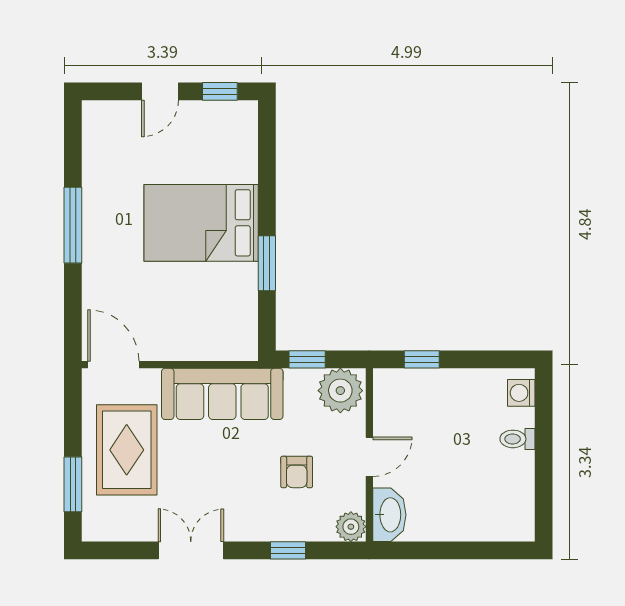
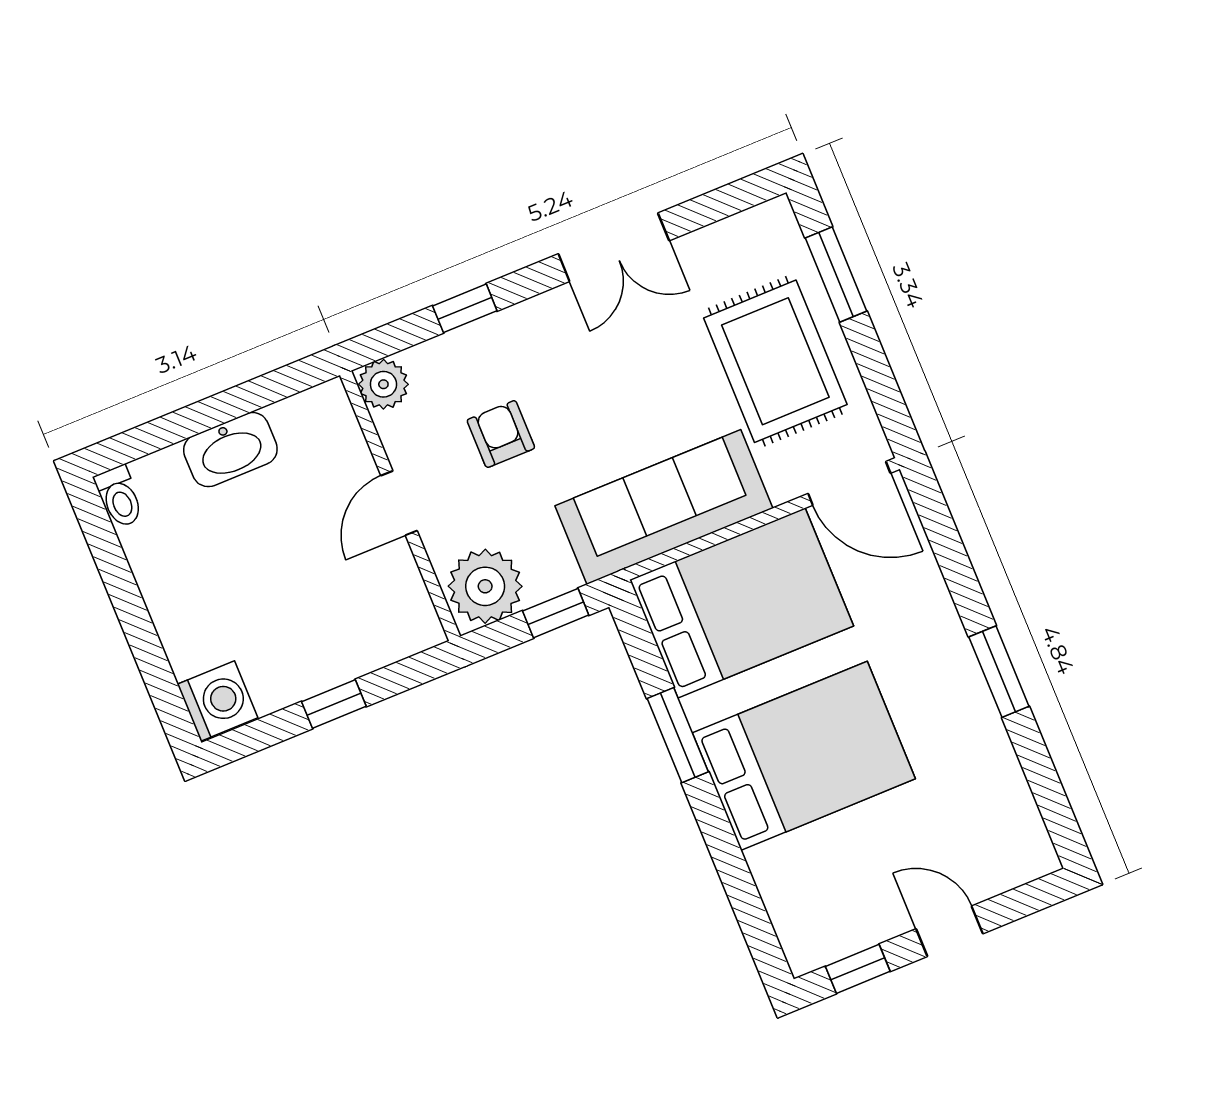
door: (160, 91) -> (950, 931), hinge flipped
window: (73, 225) -> (999, 672), width x0.69
bed: (201, 323) -> (742, 603), added
window: (422, 359) -> (334, 704), moved
washing machine: (521, 393) -> (218, 701), width x1.38, depth x1.38
toilet: (517, 439) -> (119, 497), moved, turned 90
washbasin: (389, 515) -> (230, 450), moved, turned -90

